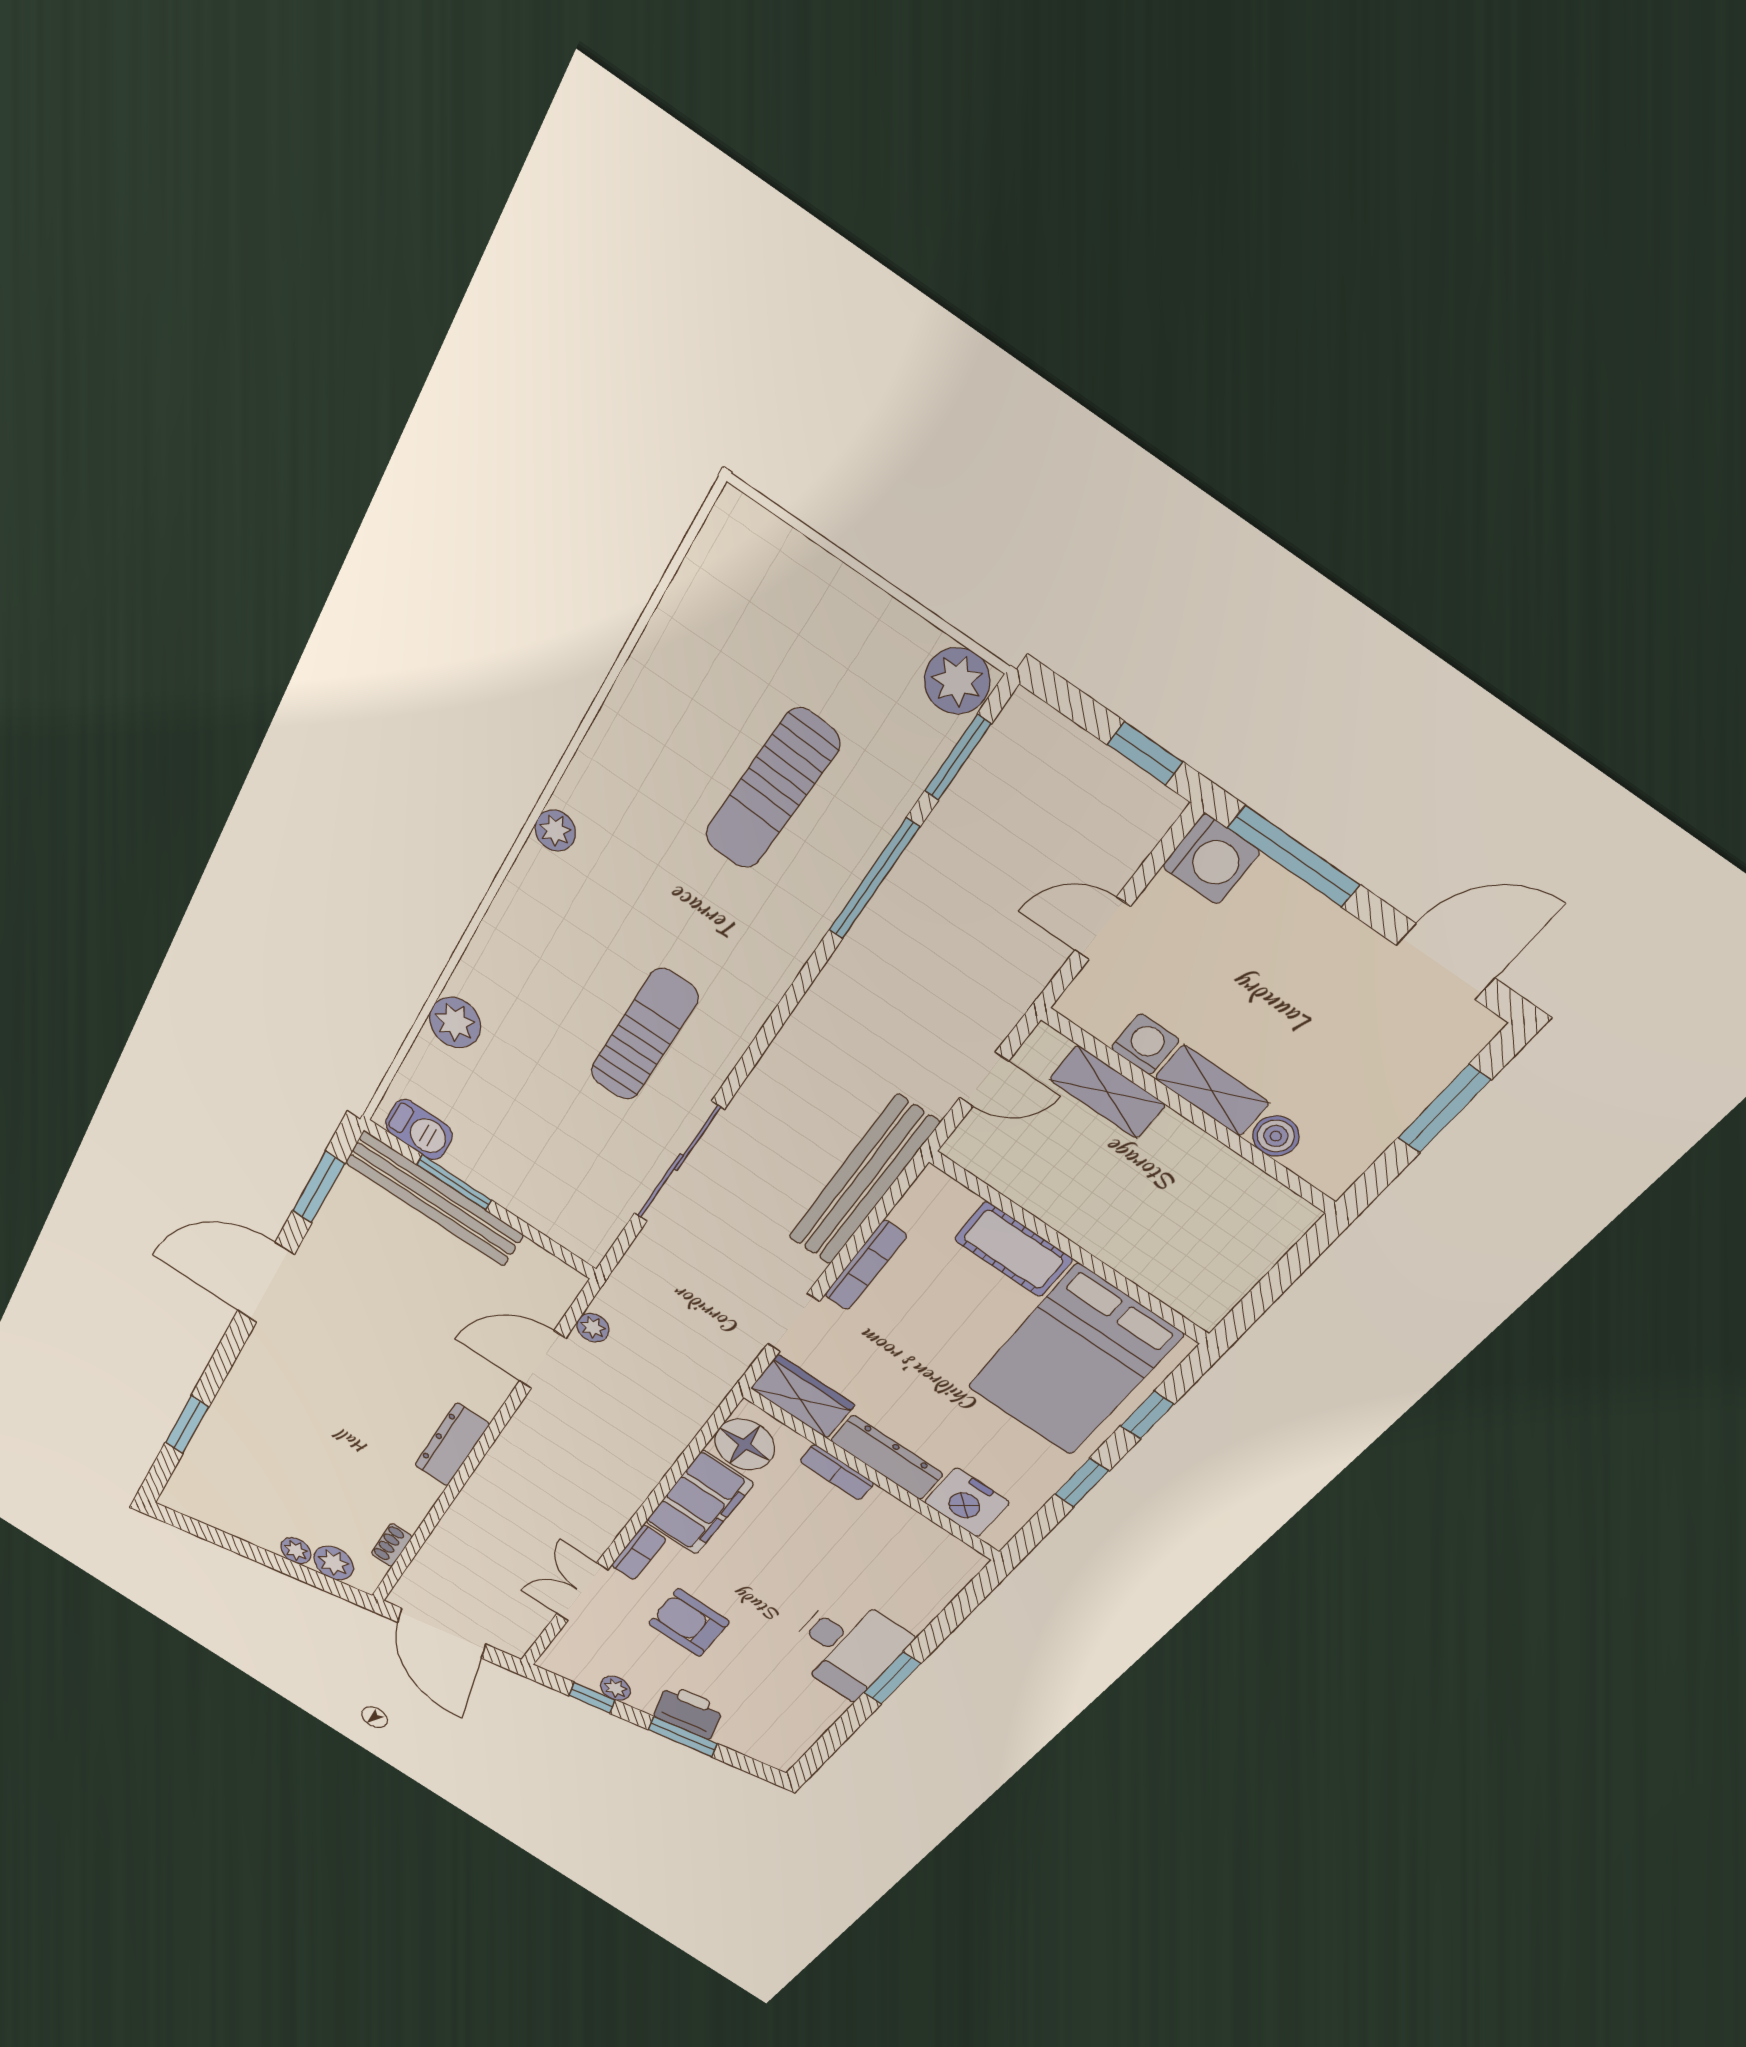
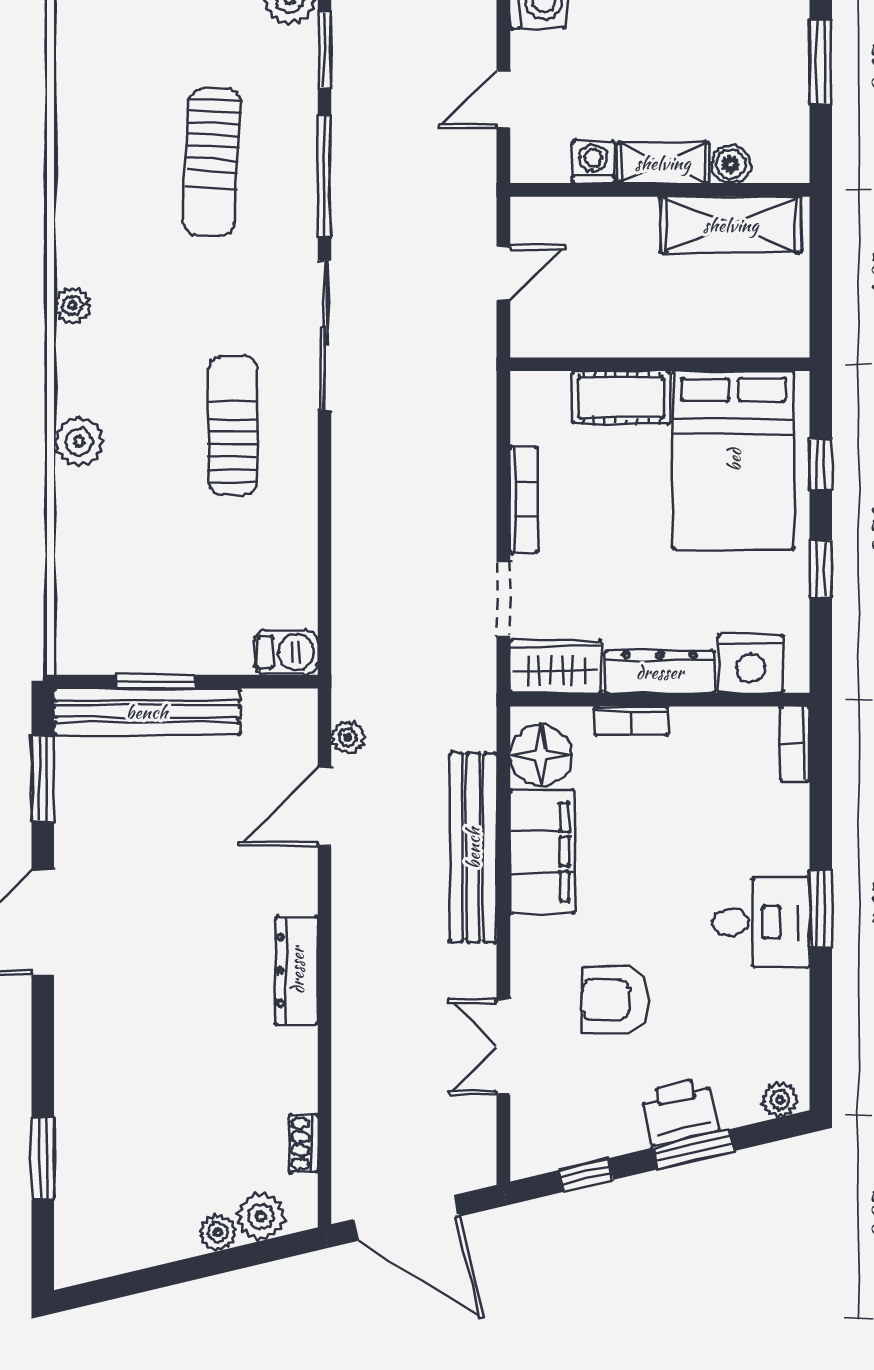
plant: (455, 1023) -> (79, 442), moved
shelving: (1107, 1092) -> (731, 225), moved, width x1.50, depth x1.33
barbecue: (419, 1130) -> (286, 652), moved
sliding door: (679, 1162) -> (324, 335), moved
bench: (863, 1181) -> (473, 848), moved
bookcase: (639, 1552) -> (795, 744), moved, turned 180
desk: (847, 1646) -> (761, 922), width x0.73
plant: (616, 1688) -> (780, 1100), moved

